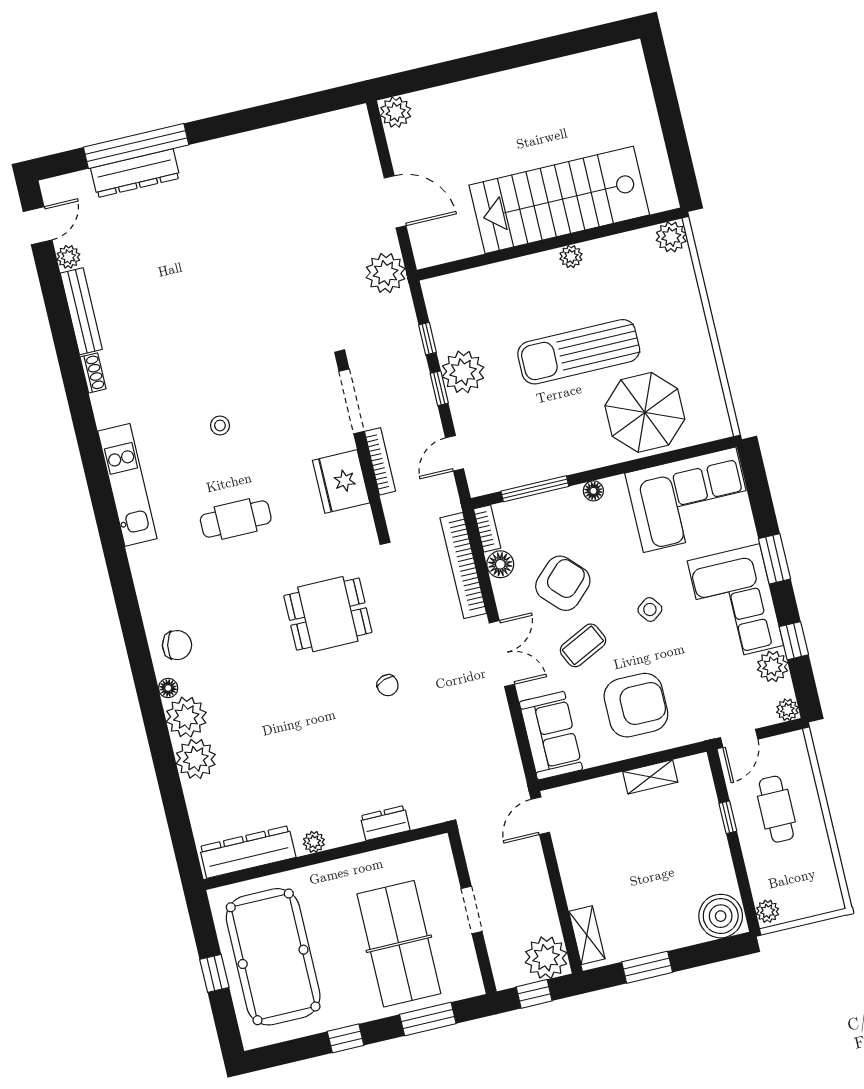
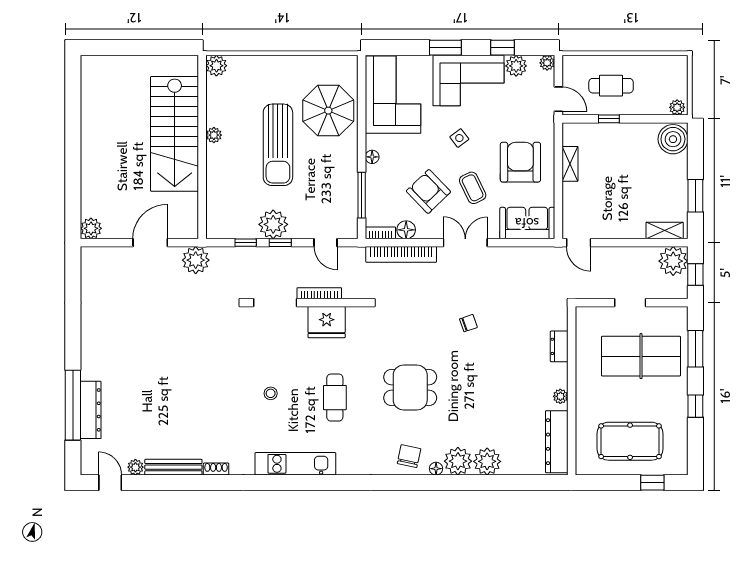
dining table: (328, 614) -> (410, 387), moved, turned 90
pool table: (273, 957) -> (630, 441), width x0.73, depth x0.76
window: (214, 973) -> (652, 483), moved

